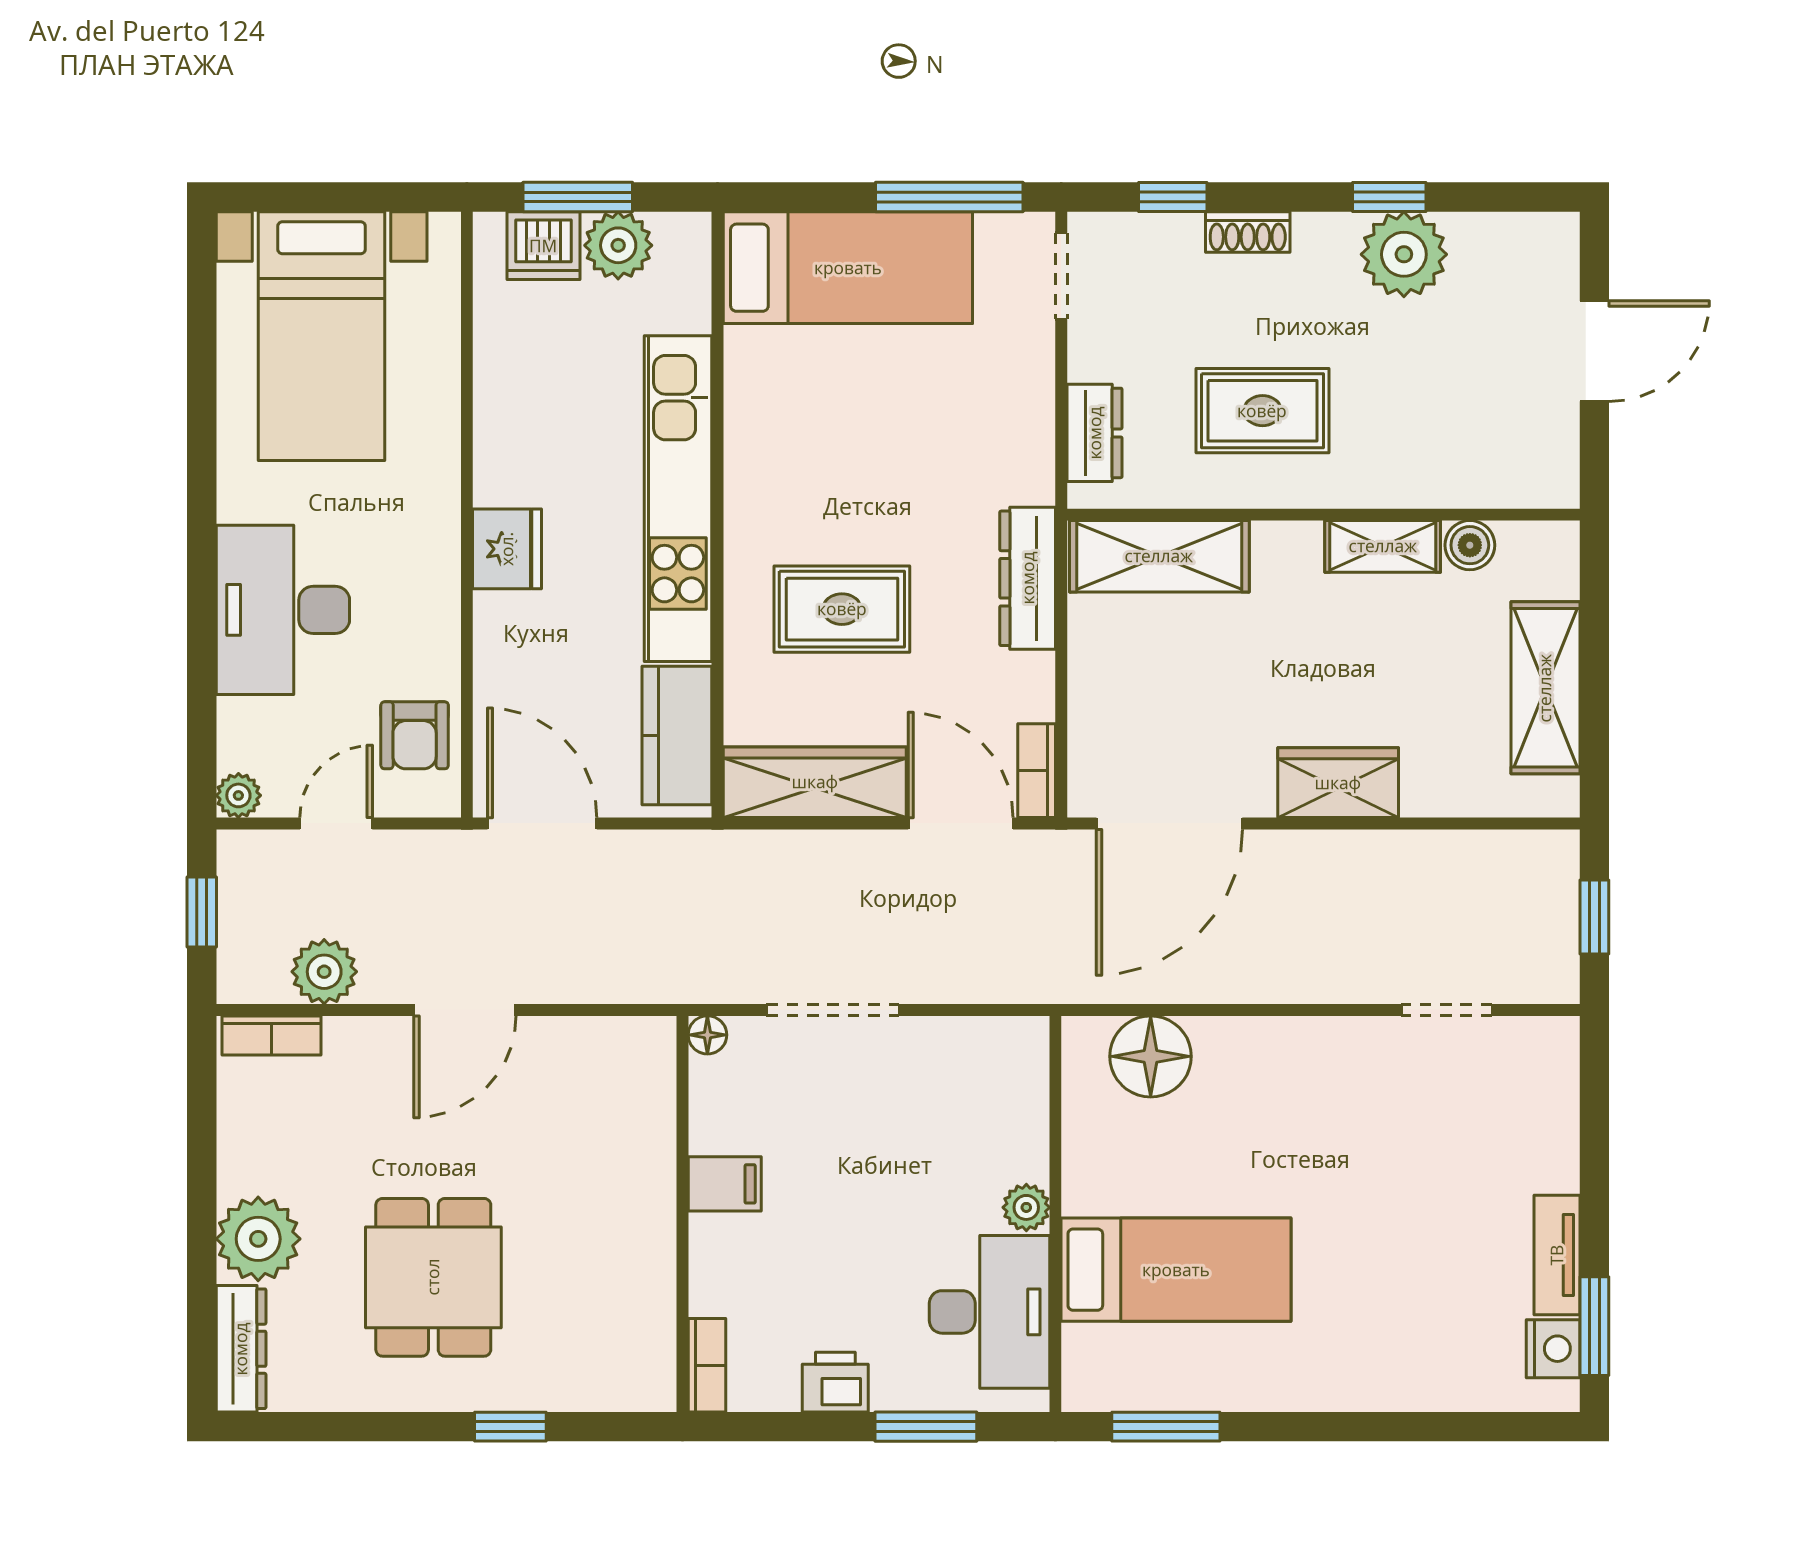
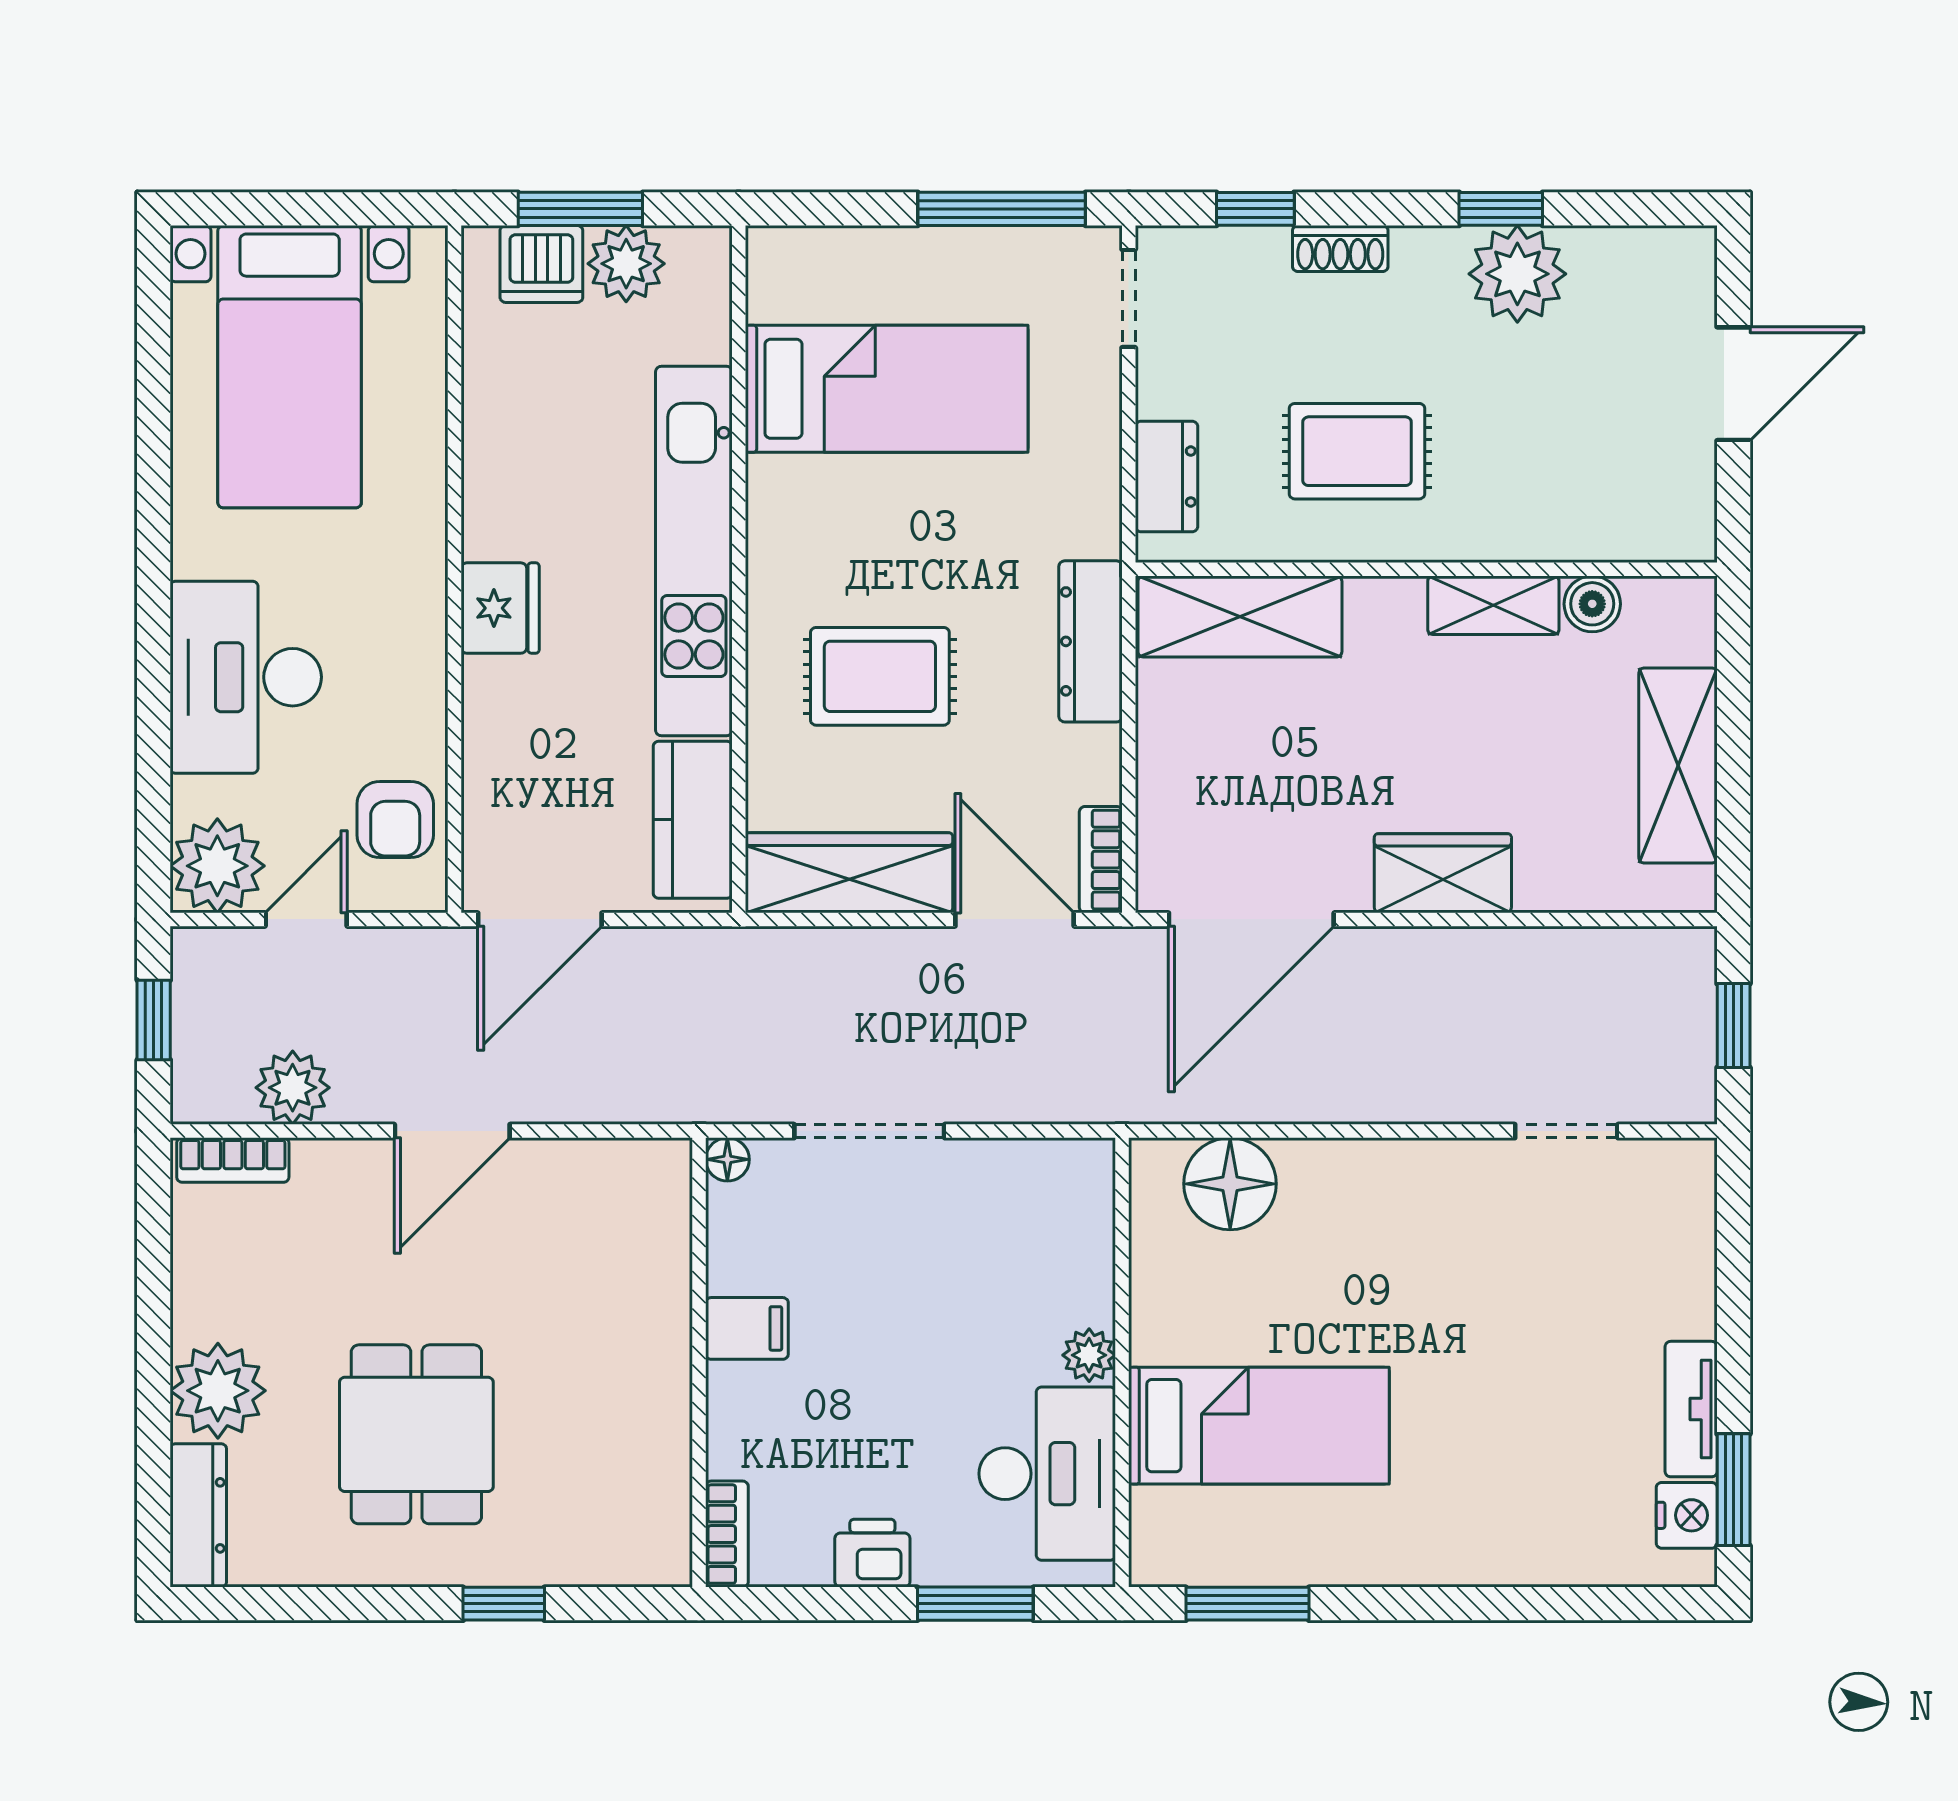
bed: (848, 268) -> (887, 389), moved
plant: (238, 795) -> (217, 866), width x1.87, depth x1.87
door: (542, 823) -> (540, 919), swing flipped

